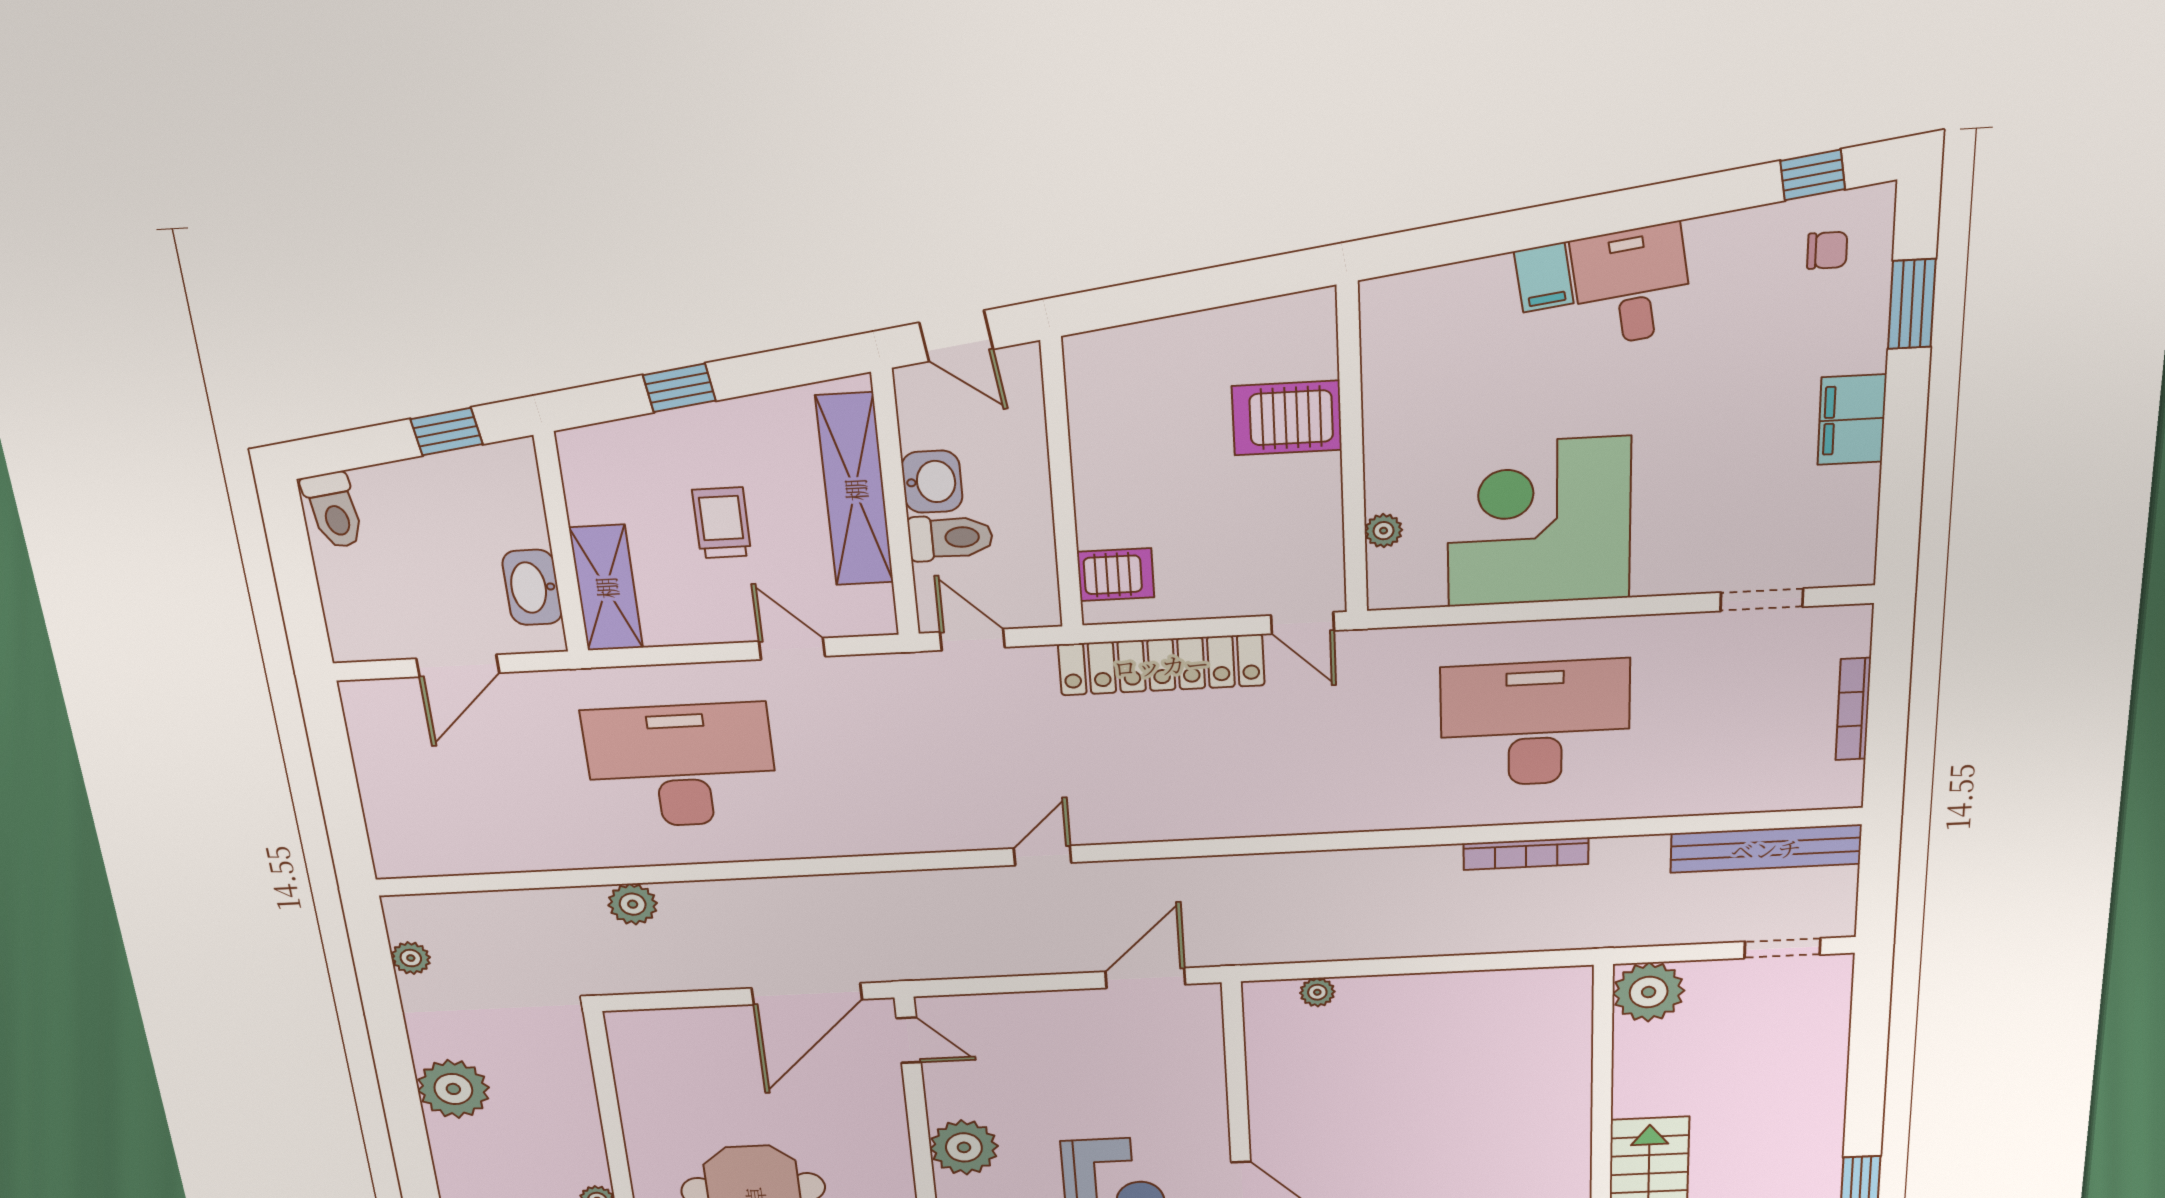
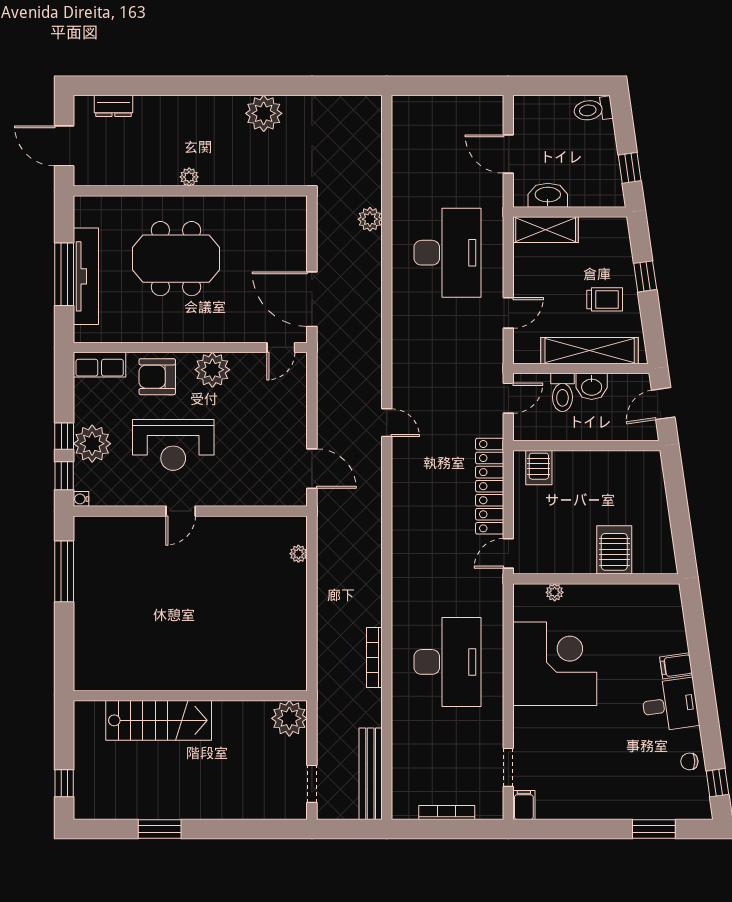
chair: (1827, 250) -> (689, 761), moved, turned 90
filing cabinet: (1852, 420) -> (524, 805), moved, width x0.50
trolley: (722, 523) -> (605, 299), moved
plant: (411, 958) -> (344, 105), removed

